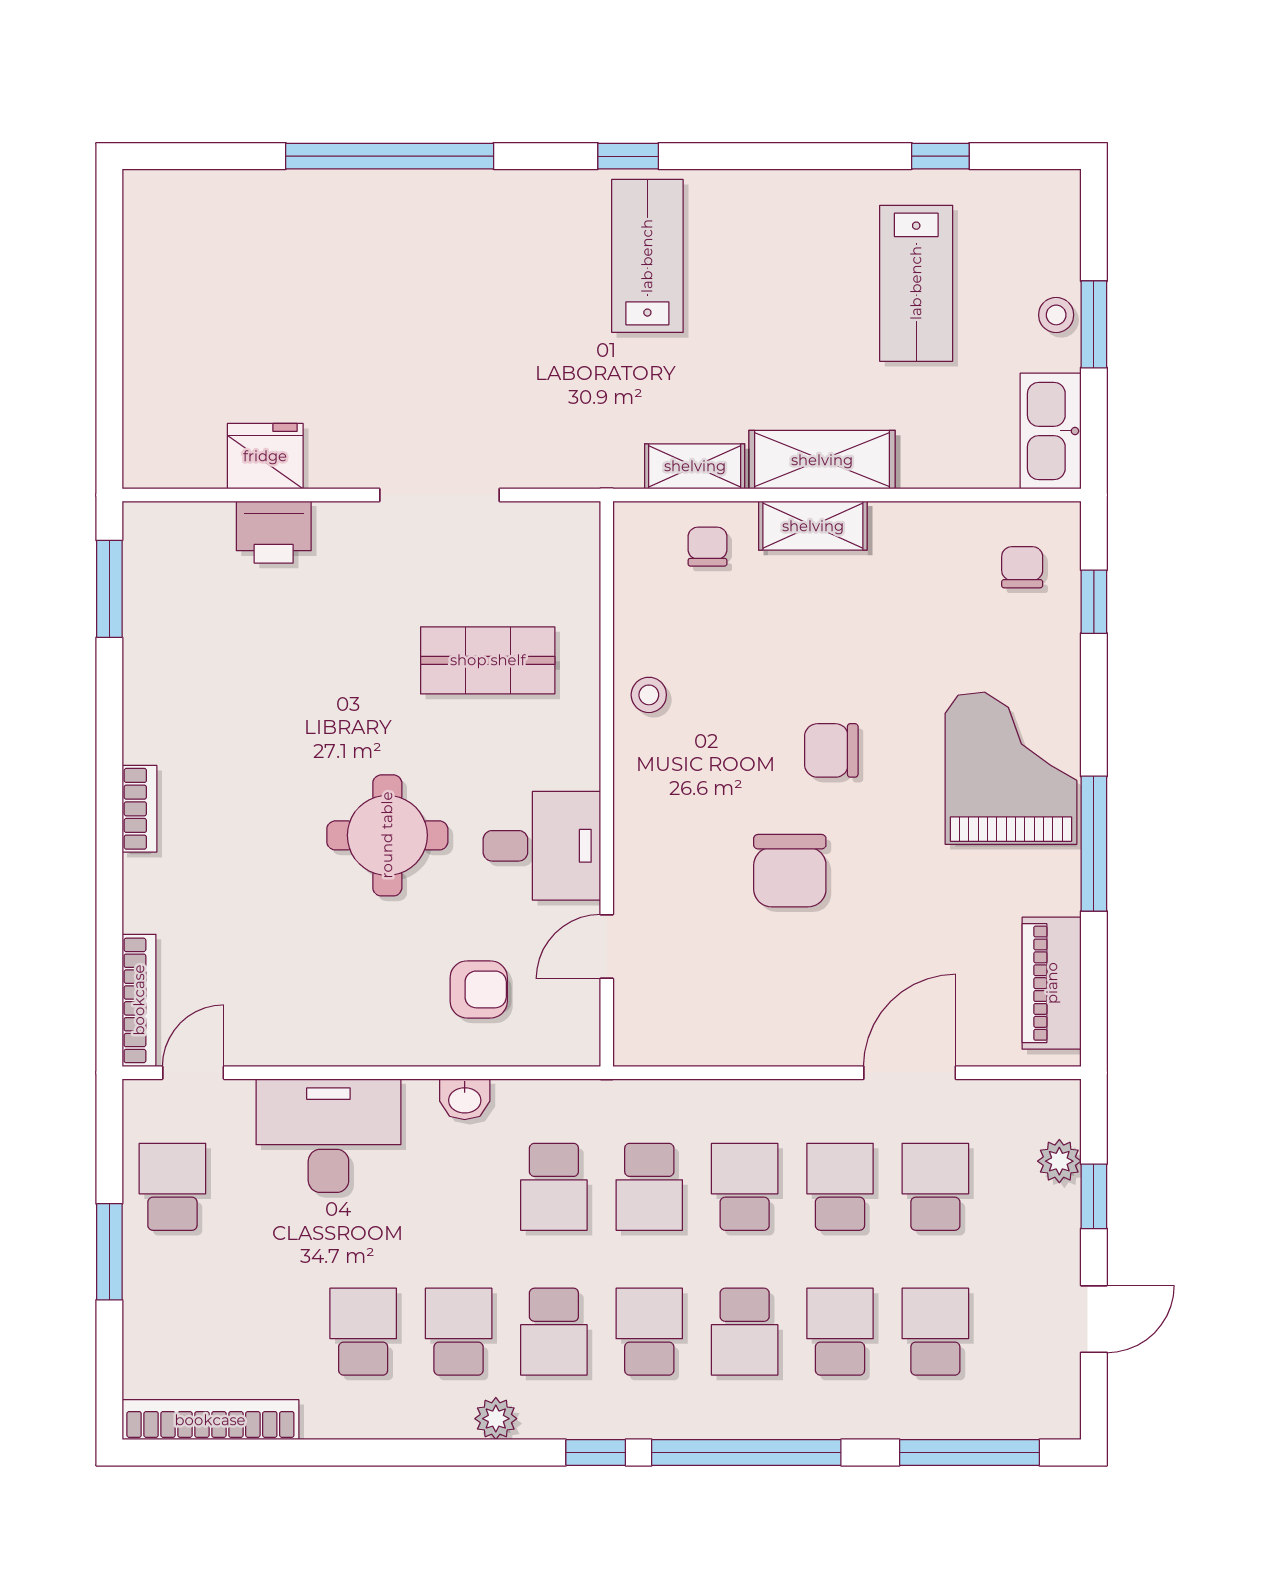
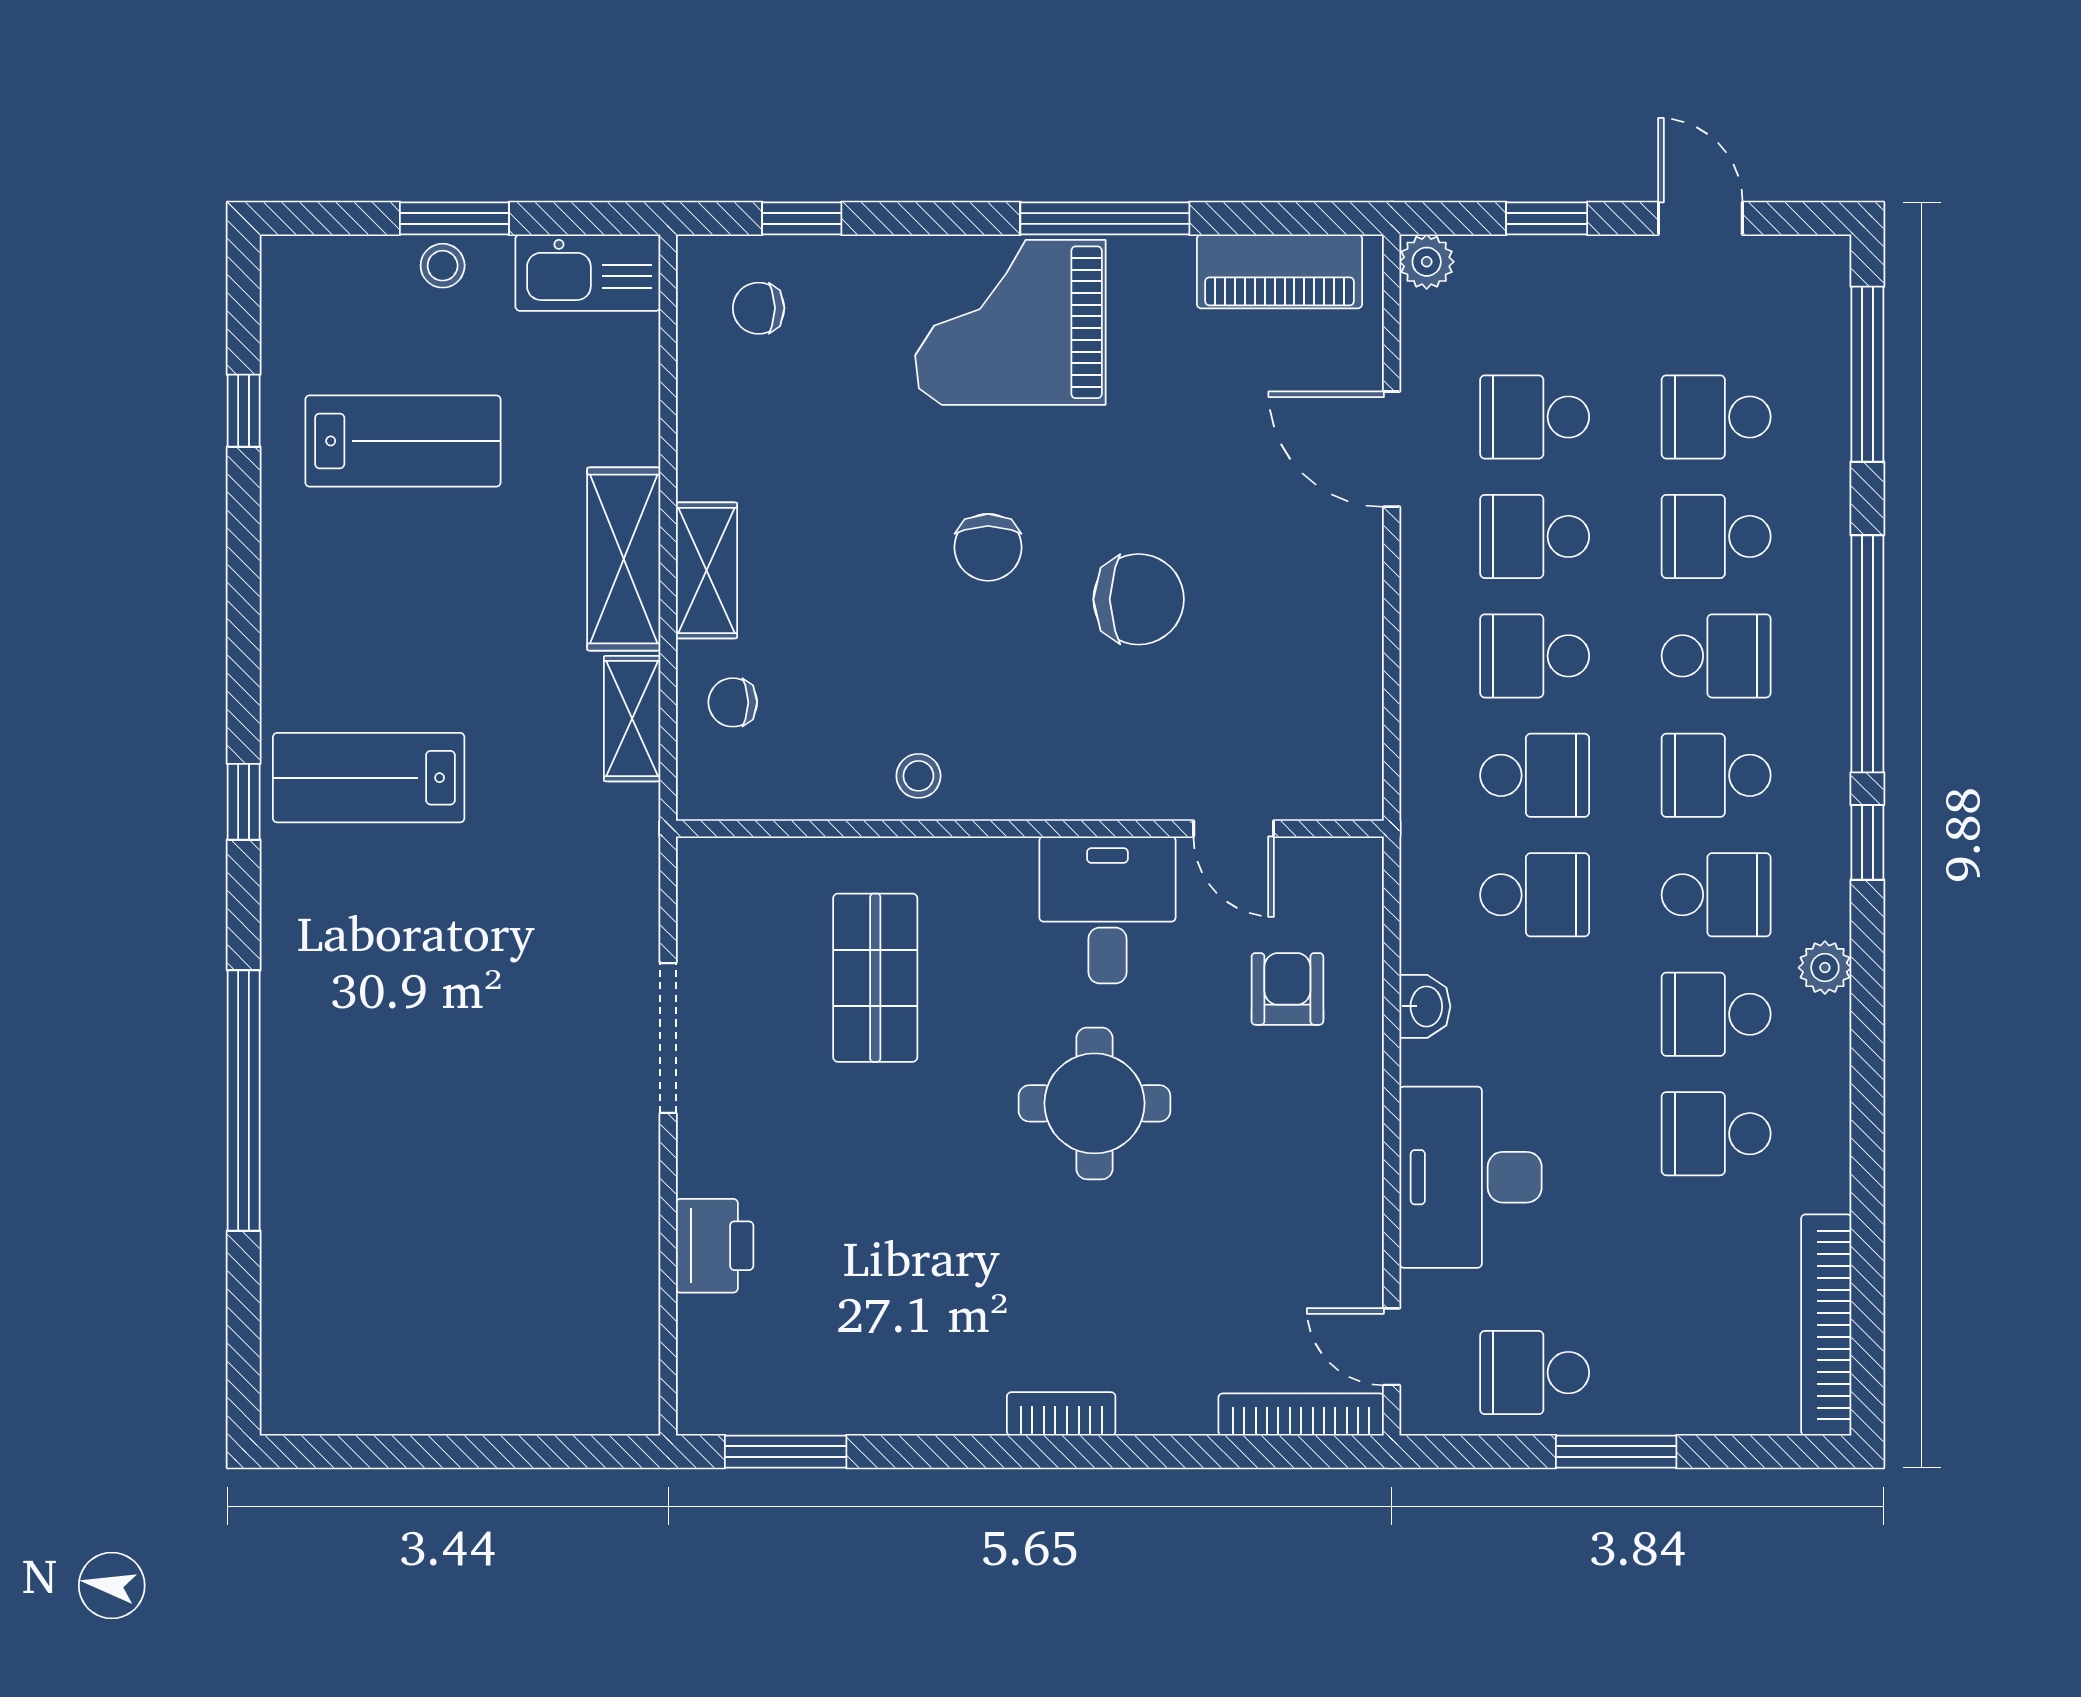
fridge: (265, 456) -> (619, 1256), removed
plant: (1059, 1161) -> (1427, 262), moved

